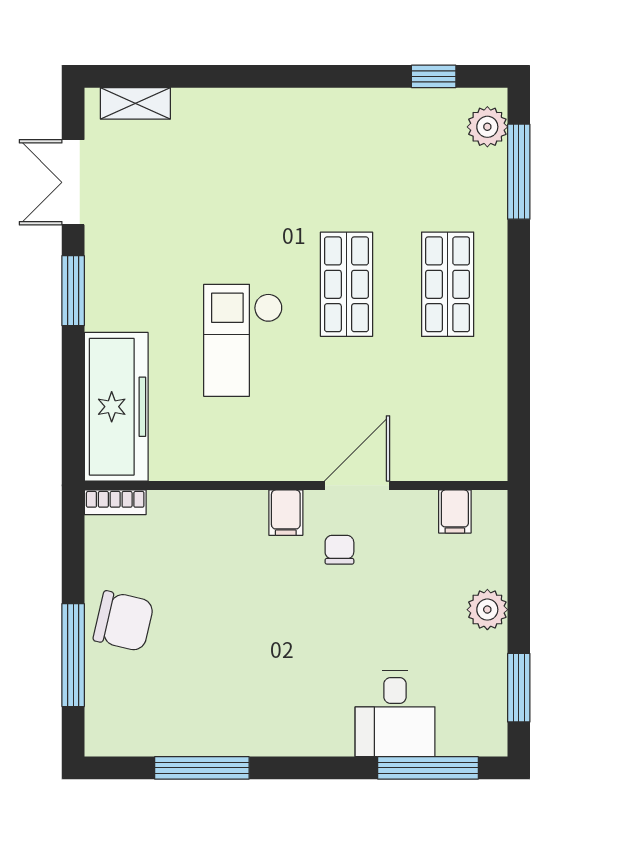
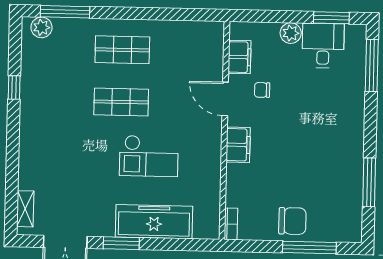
window: (434, 76) -> (14, 87), moved
freezer: (116, 407) -> (154, 222), moved
filing cabinet: (455, 511) -> (240, 57), width x2.00
filing cabinet: (286, 513) -> (238, 145), width x2.00
chair: (339, 550) -> (262, 90), moved
chair: (124, 621) -> (292, 221), turned 77
desk: (395, 714) -> (323, 46), moved, turned -90

